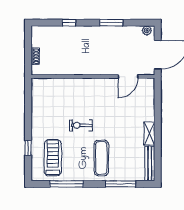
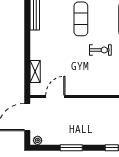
shelving: (149, 133) -> (35, 71), moved

